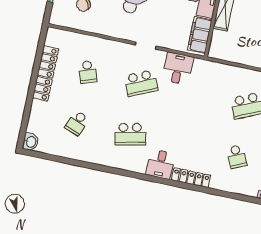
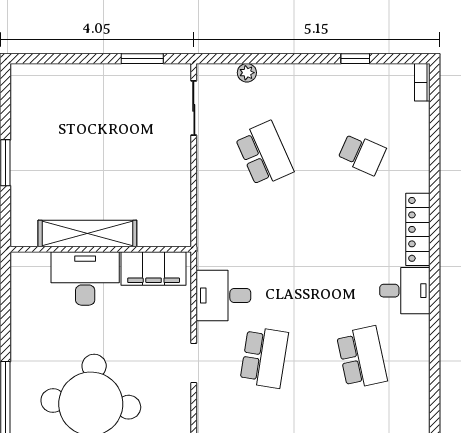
school desk: (141, 83) -> (264, 357), turned 33
school desk: (237, 157) -> (362, 154), turned 48

